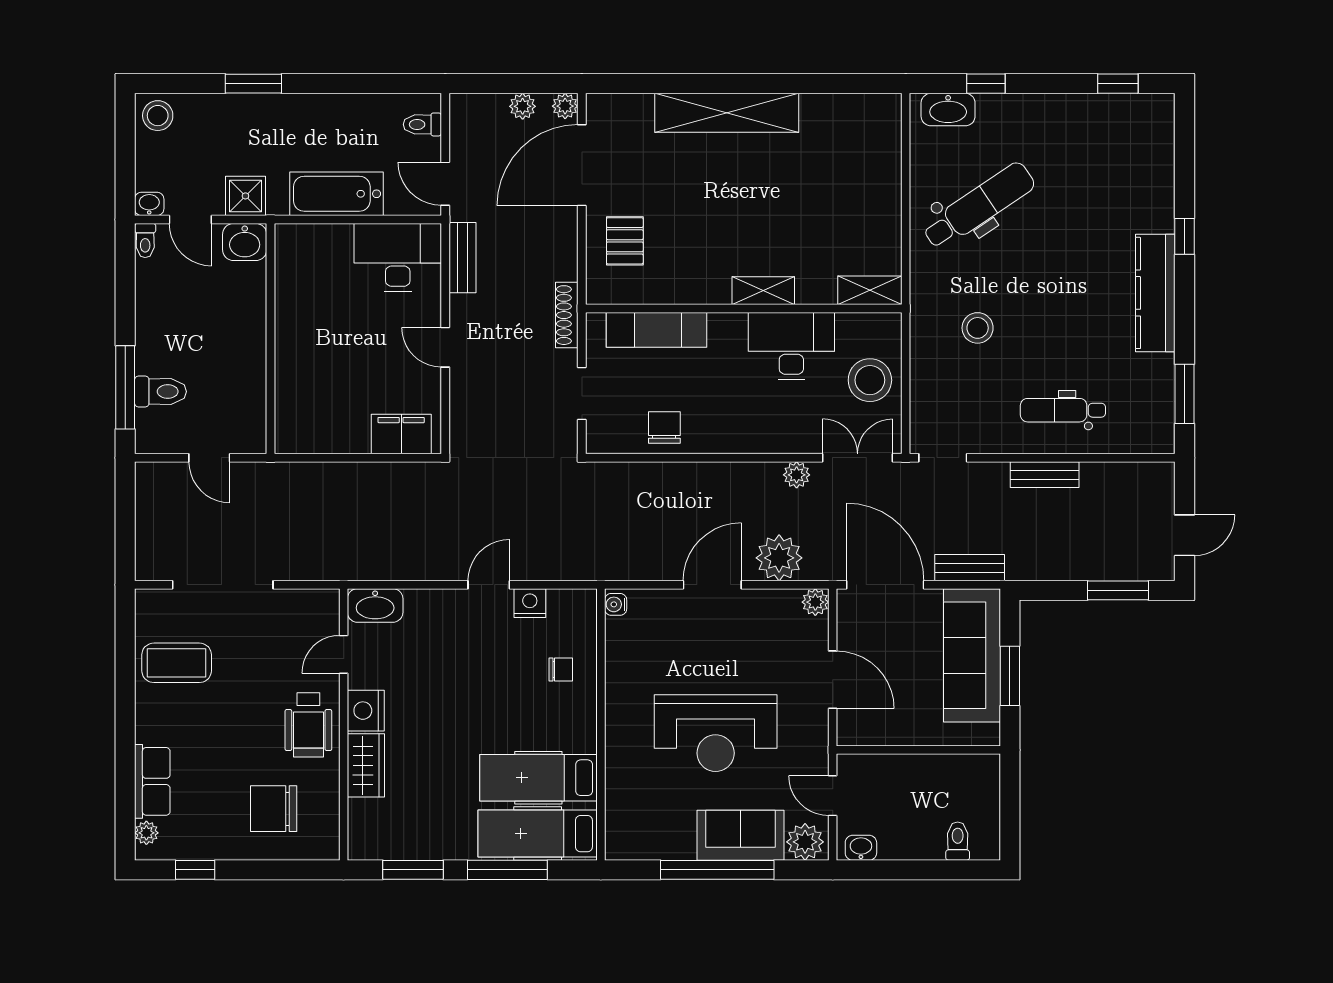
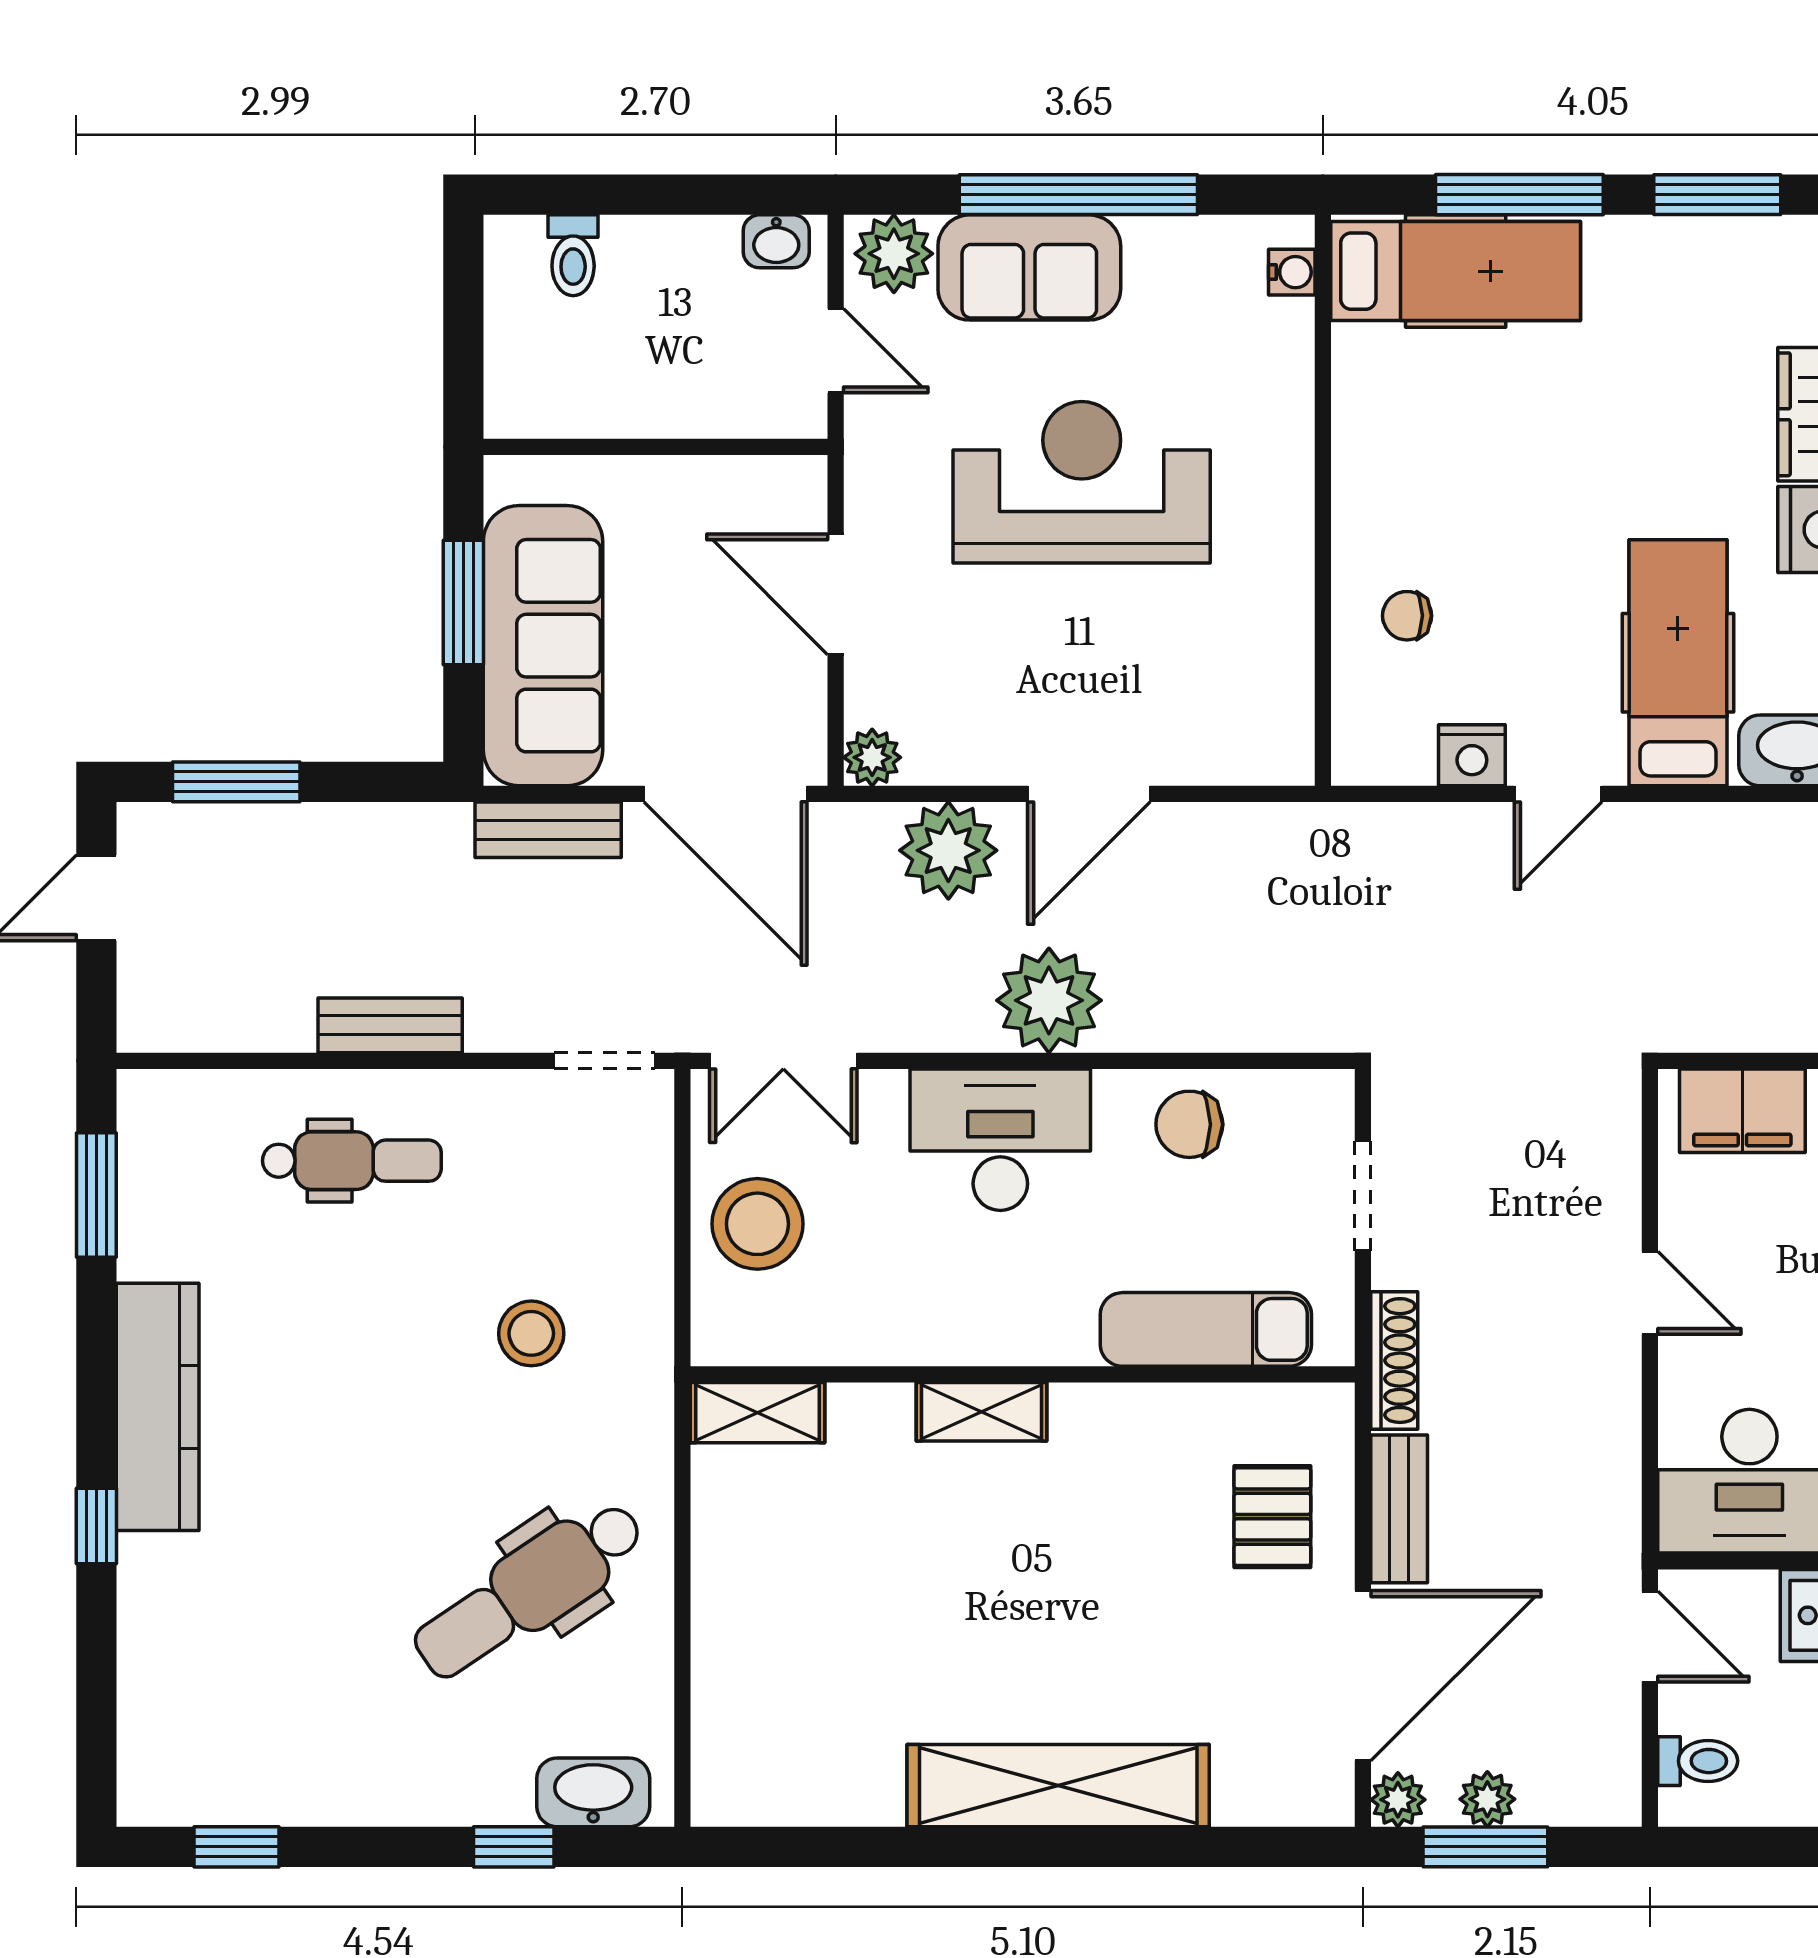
window: (523, 84) -> (1485, 1847), added
bench: (462, 258) -> (1399, 1509), moved
desk: (791, 346) -> (1000, 1140), moved, turned 180
chair: (664, 427) -> (1189, 1124), turned 90
plant: (797, 475) -> (1049, 1000), moved, width x1.88, depth x1.88
water cooler: (616, 604) -> (1292, 272), moved
hospital bed: (538, 778) -> (1678, 663), moved, turned -90

